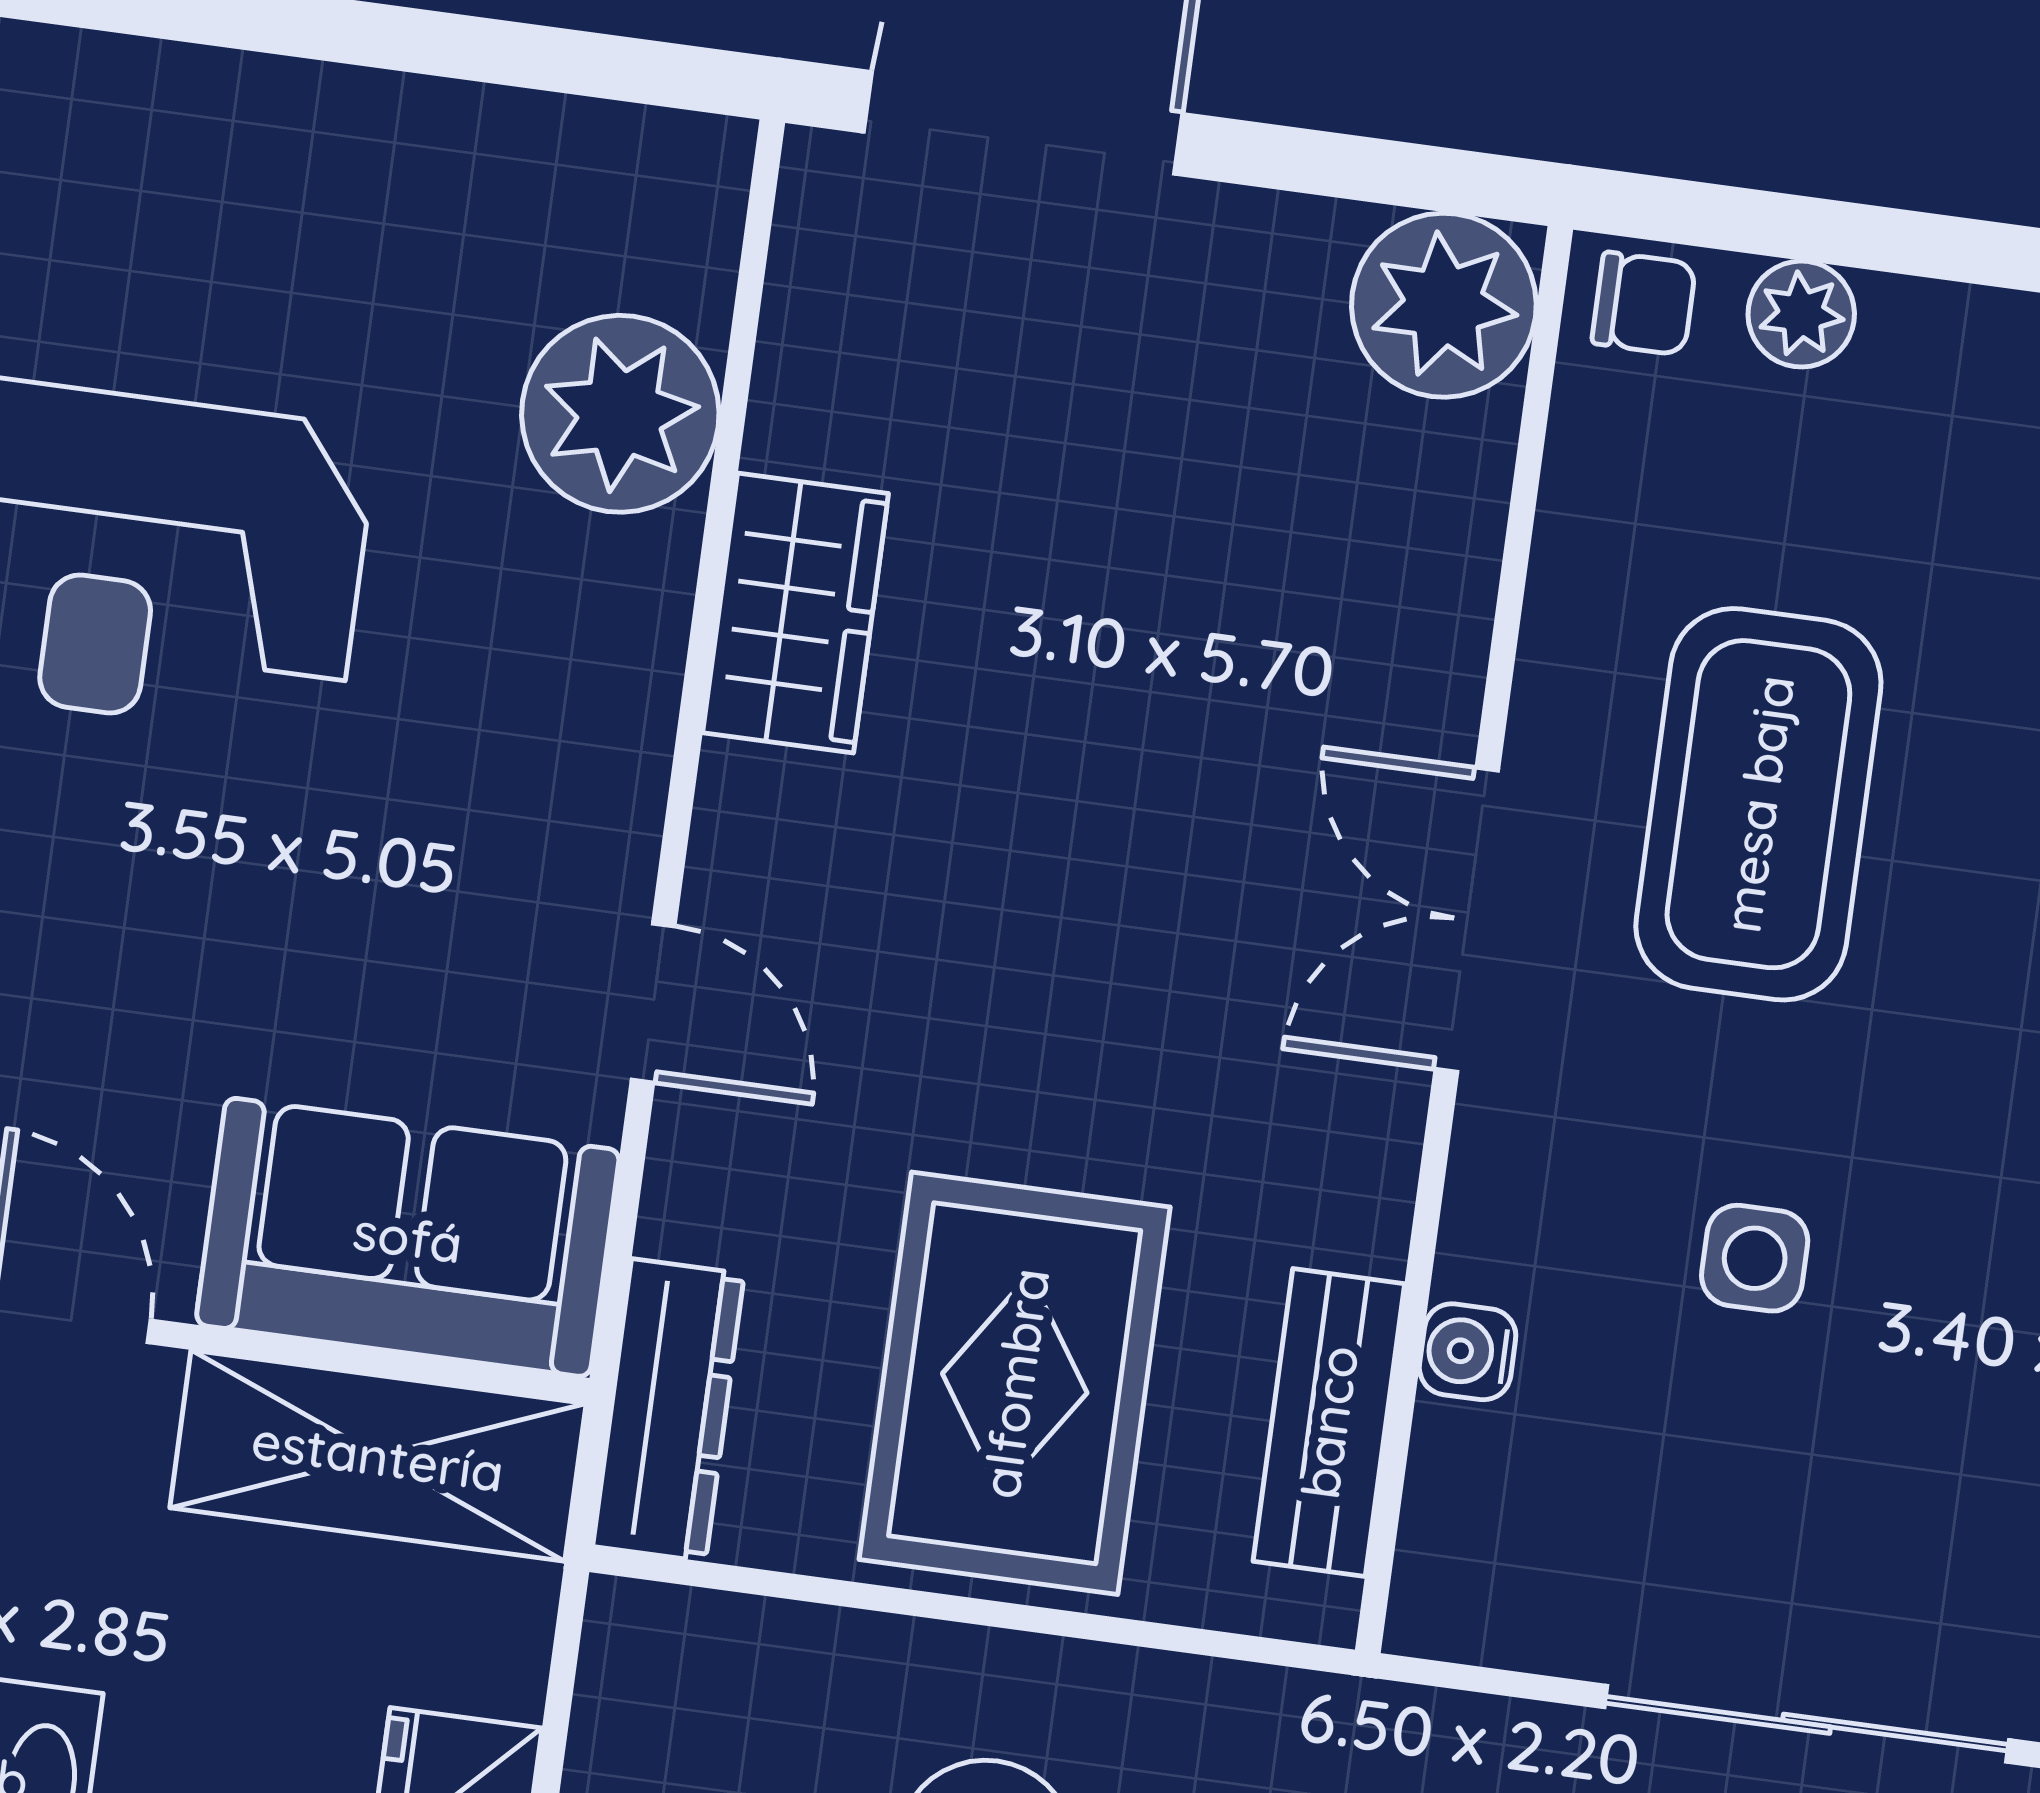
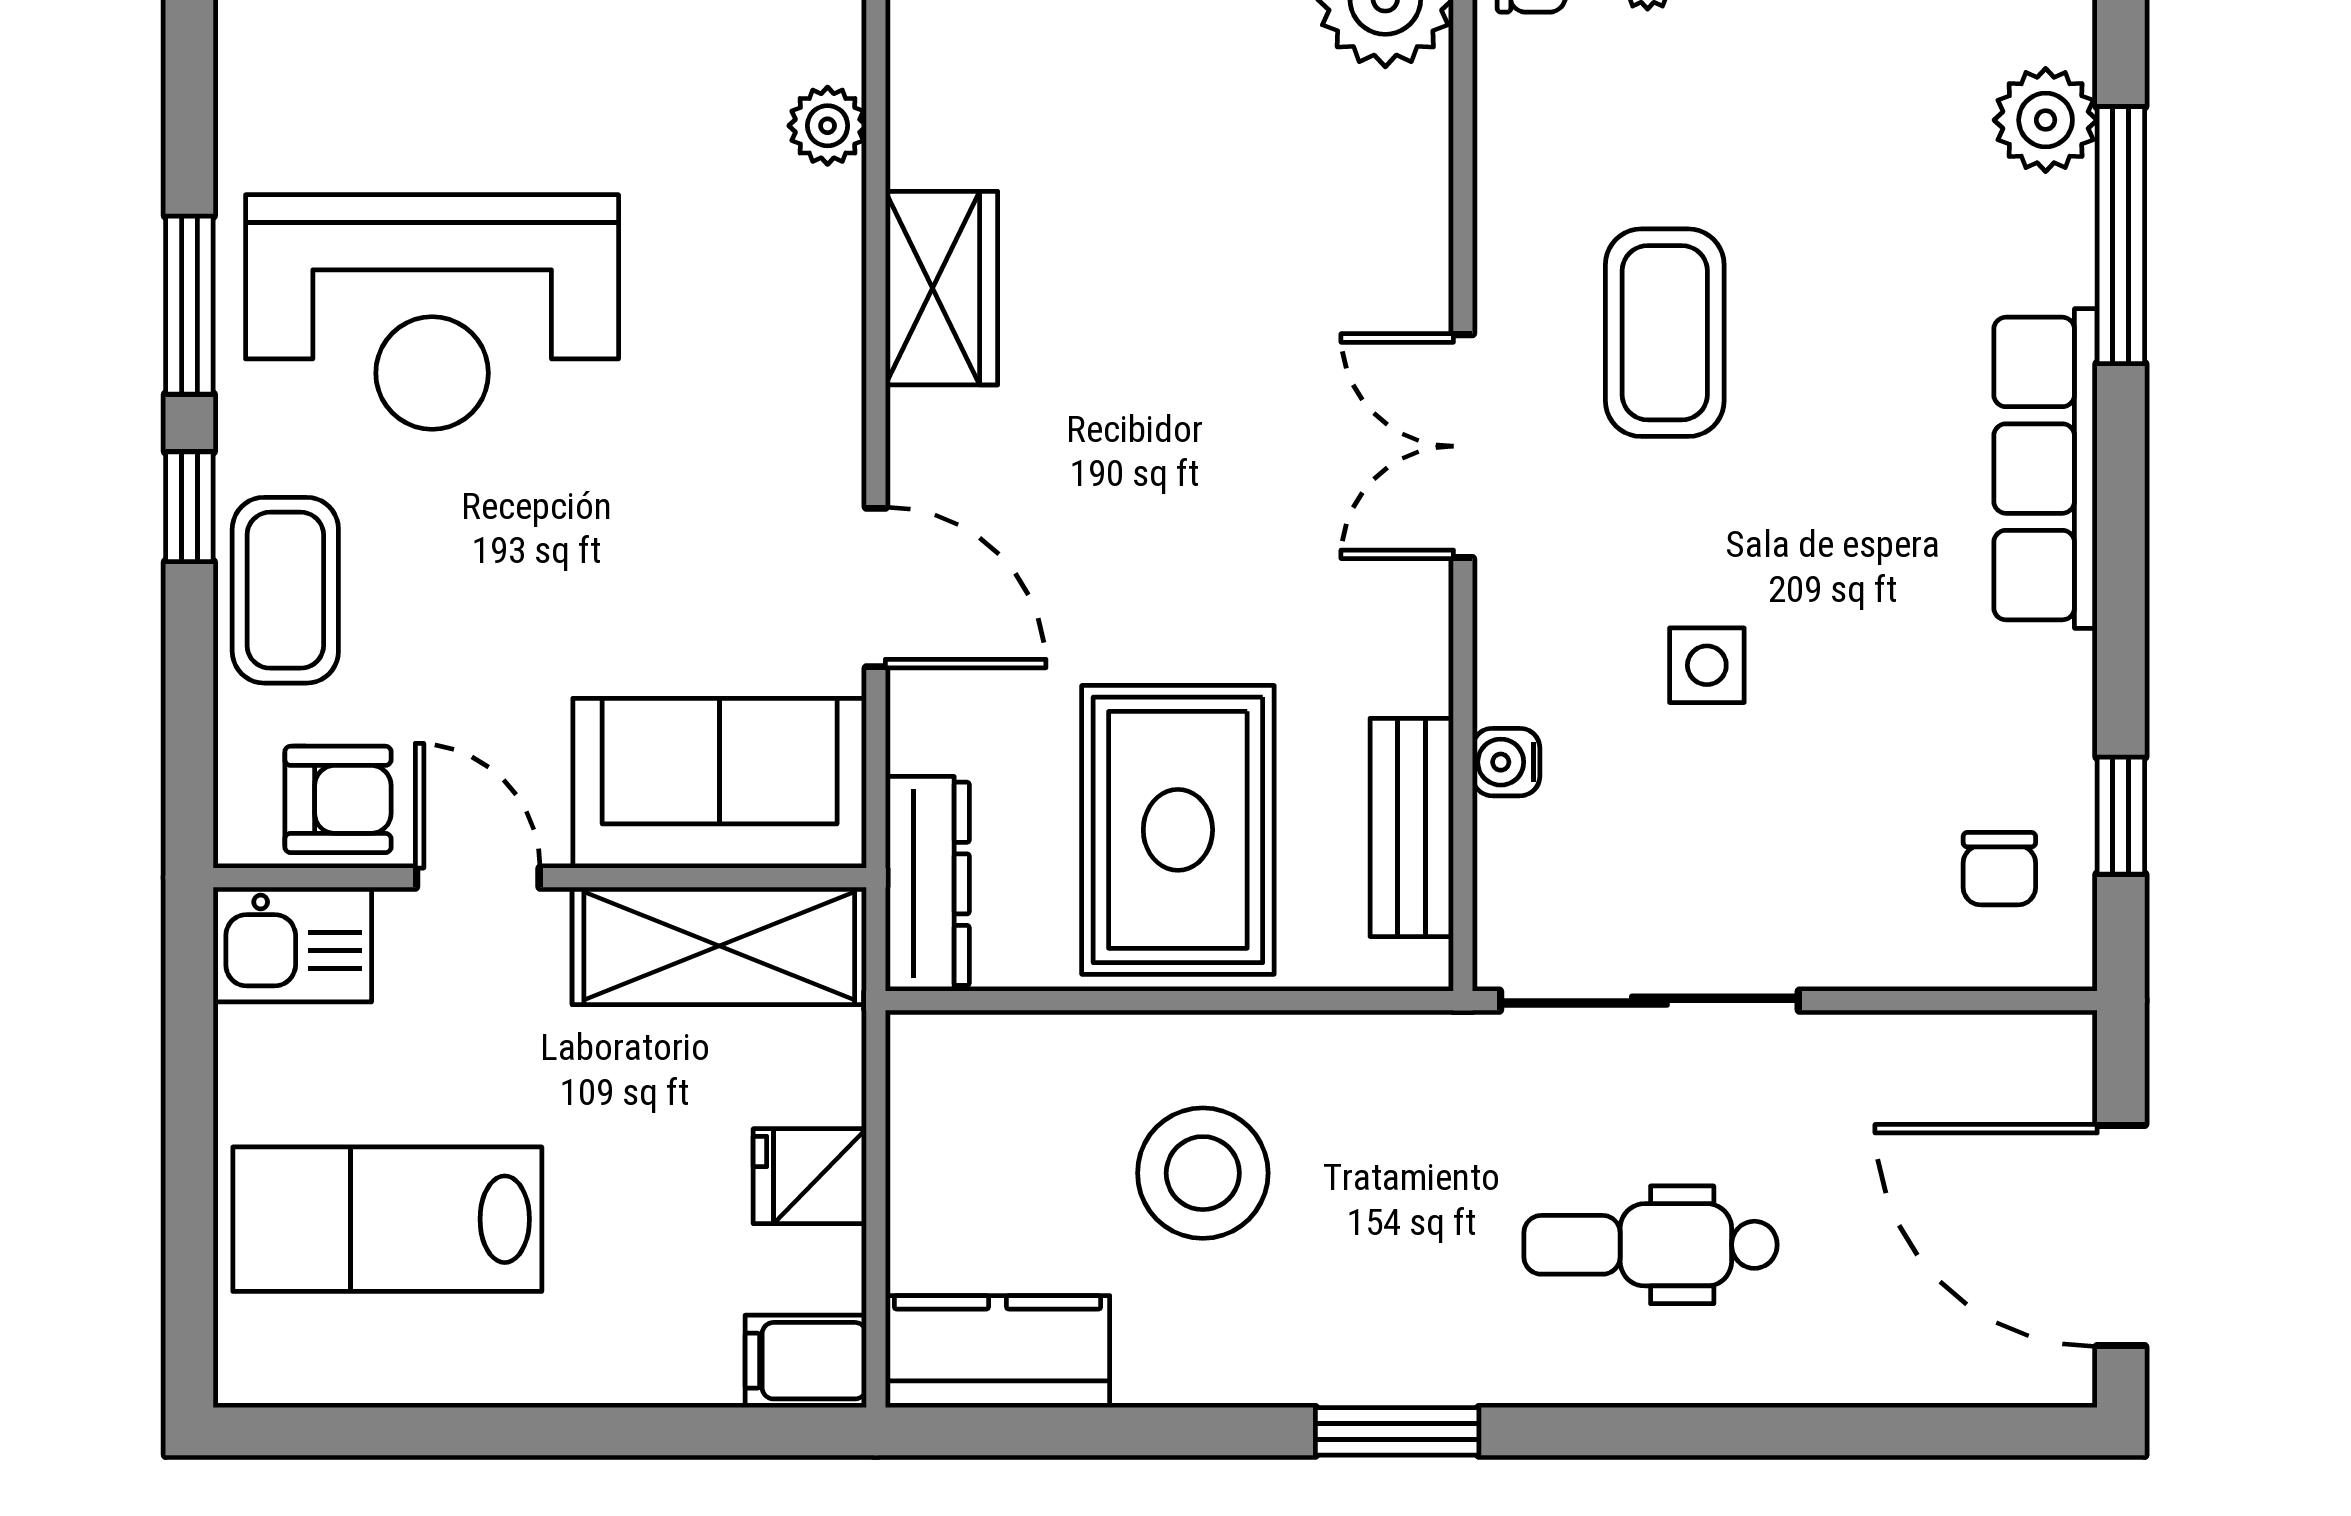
plant: (620, 414) -> (828, 126), width x0.53, depth x0.53
coffee table: (1758, 804) -> (1665, 333), width x0.73, depth x0.76
door: (653, 1003) -> (876, 587), width x1.38
sliding door: (1807, 1724) -> (1649, 1001), moved

